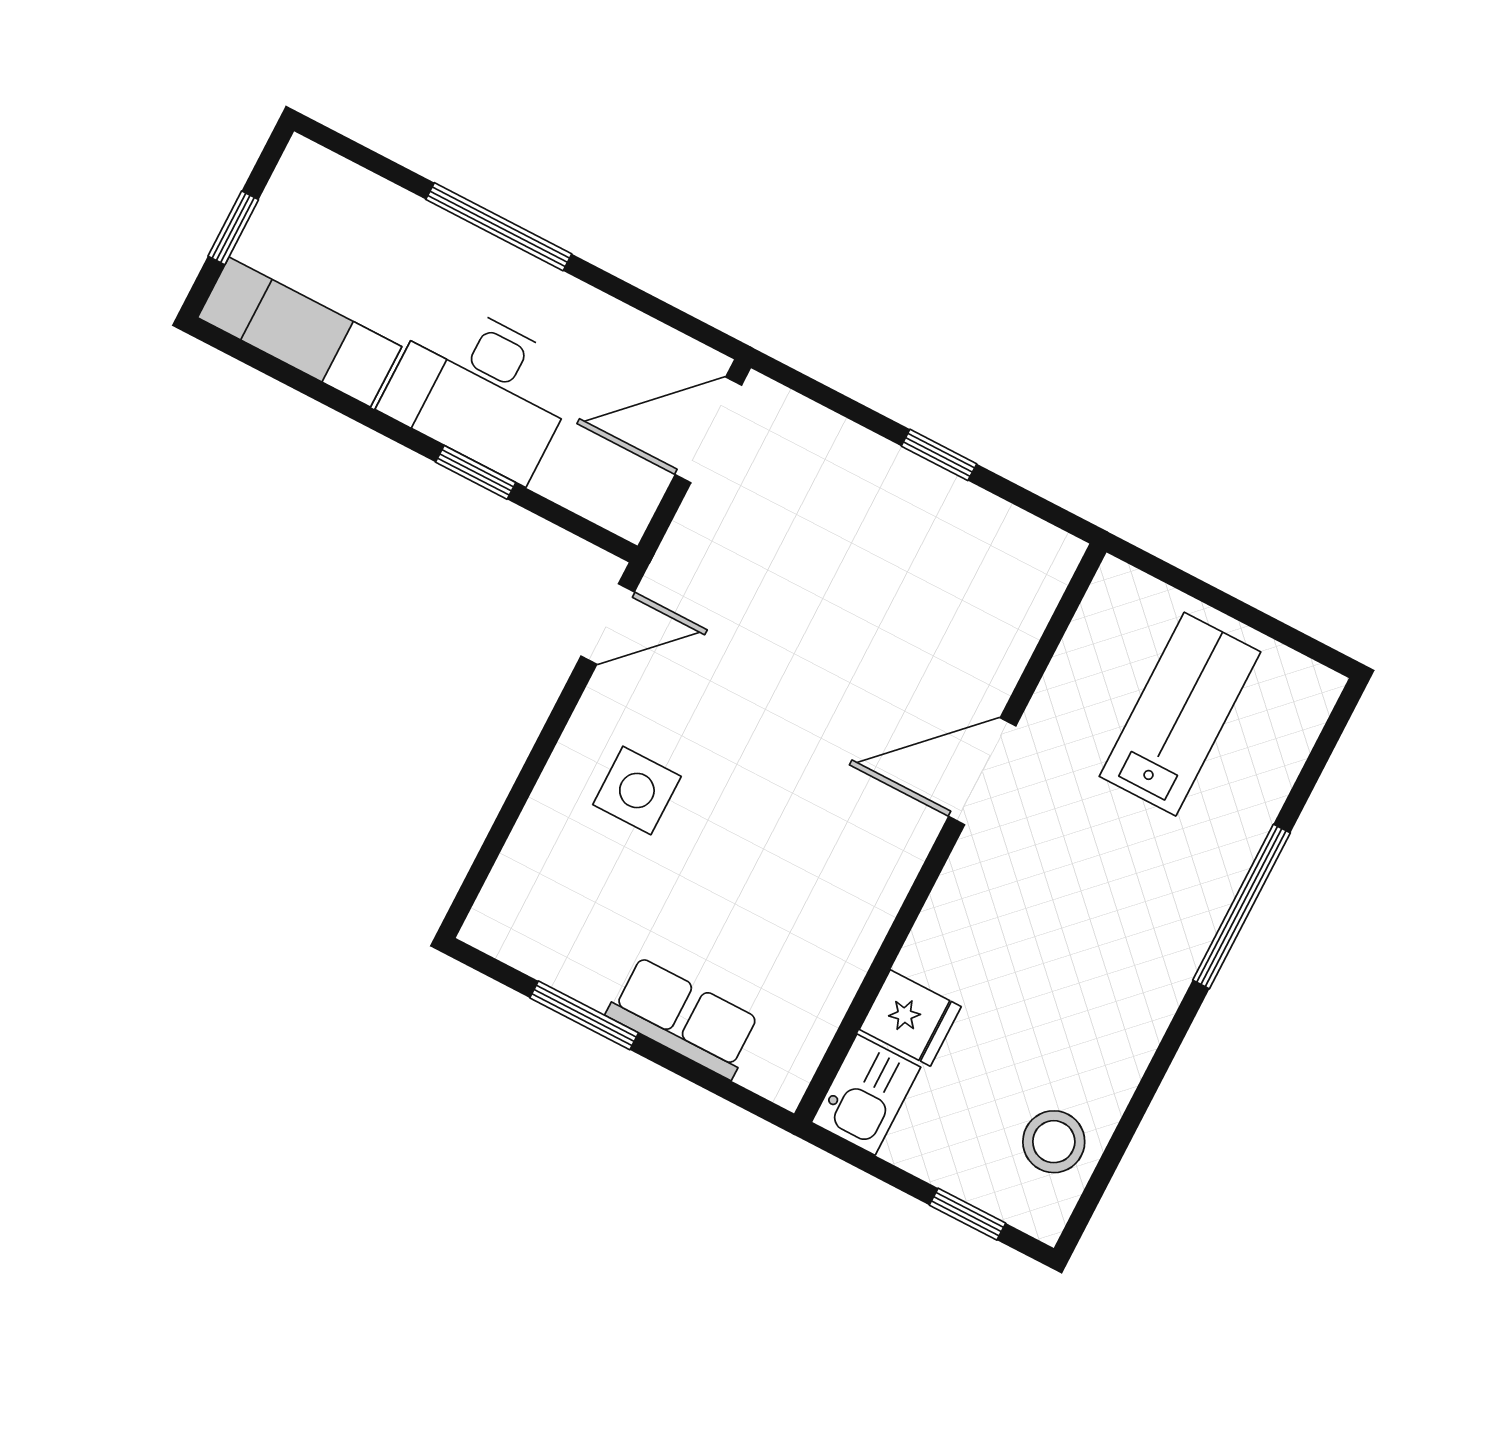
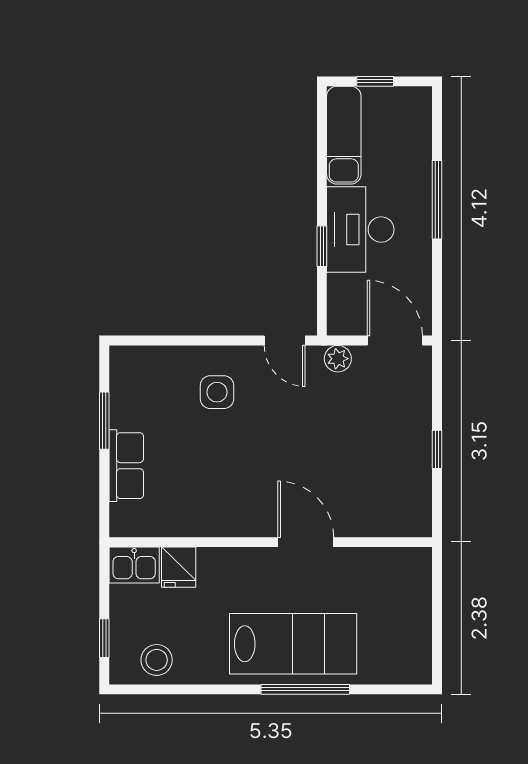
plant: (688, 547) -> (338, 359), added
lab bench: (1180, 714) -> (293, 644), moved, width x1.36, depth x1.39

